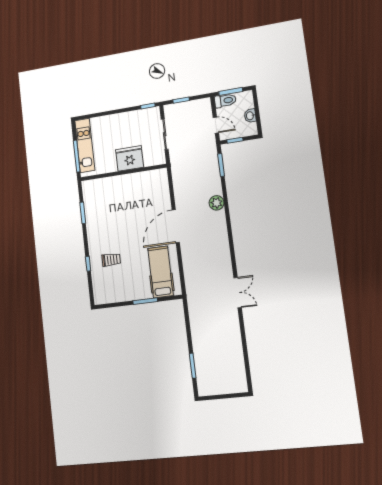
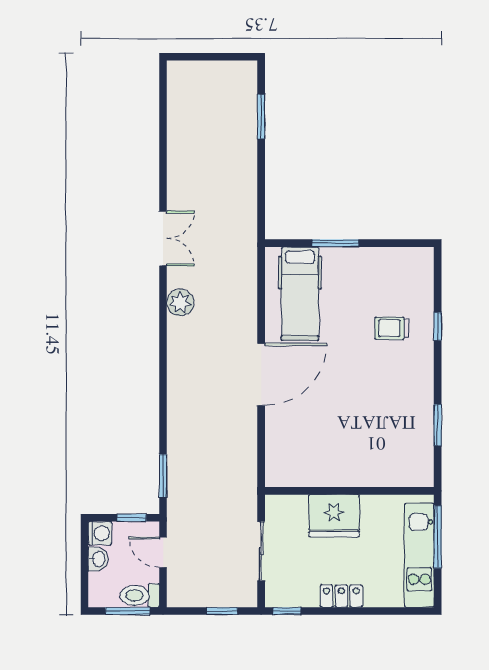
locker: (121, 118) -> (341, 596), added
washing machine: (251, 129) -> (100, 533), added
plant: (217, 203) -> (180, 303), moved
double door: (238, 293) -> (163, 238), swing flipped

